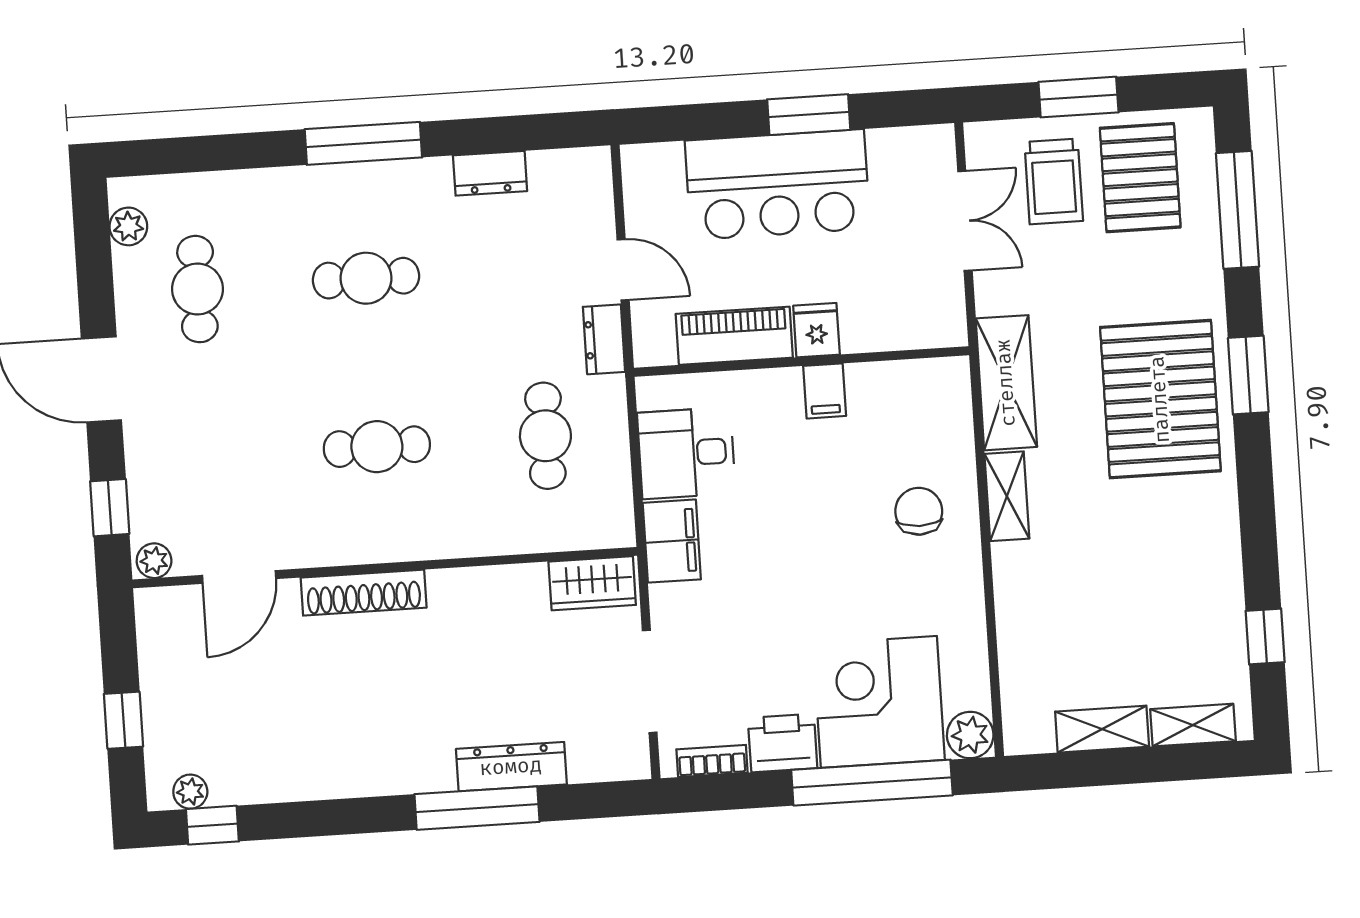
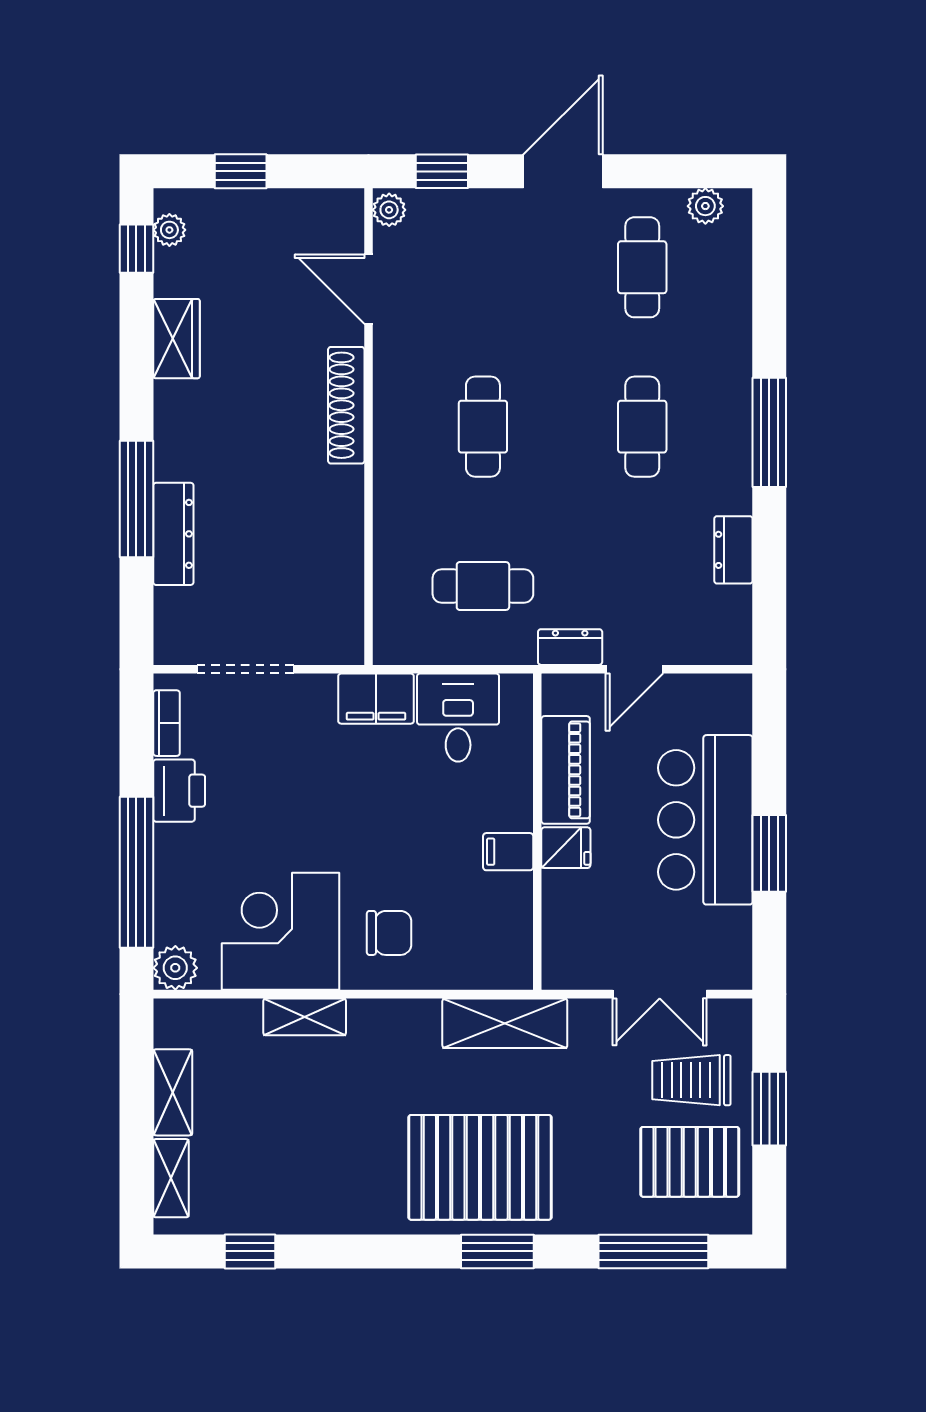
cafe table: (197, 289) -> (642, 267), turned 90
shelving: (1007, 496) -> (305, 1017), moved
wardrobe: (592, 583) -> (176, 339), moved, turned 180
corner desk: (879, 702) -> (280, 931), moved, turned -90

